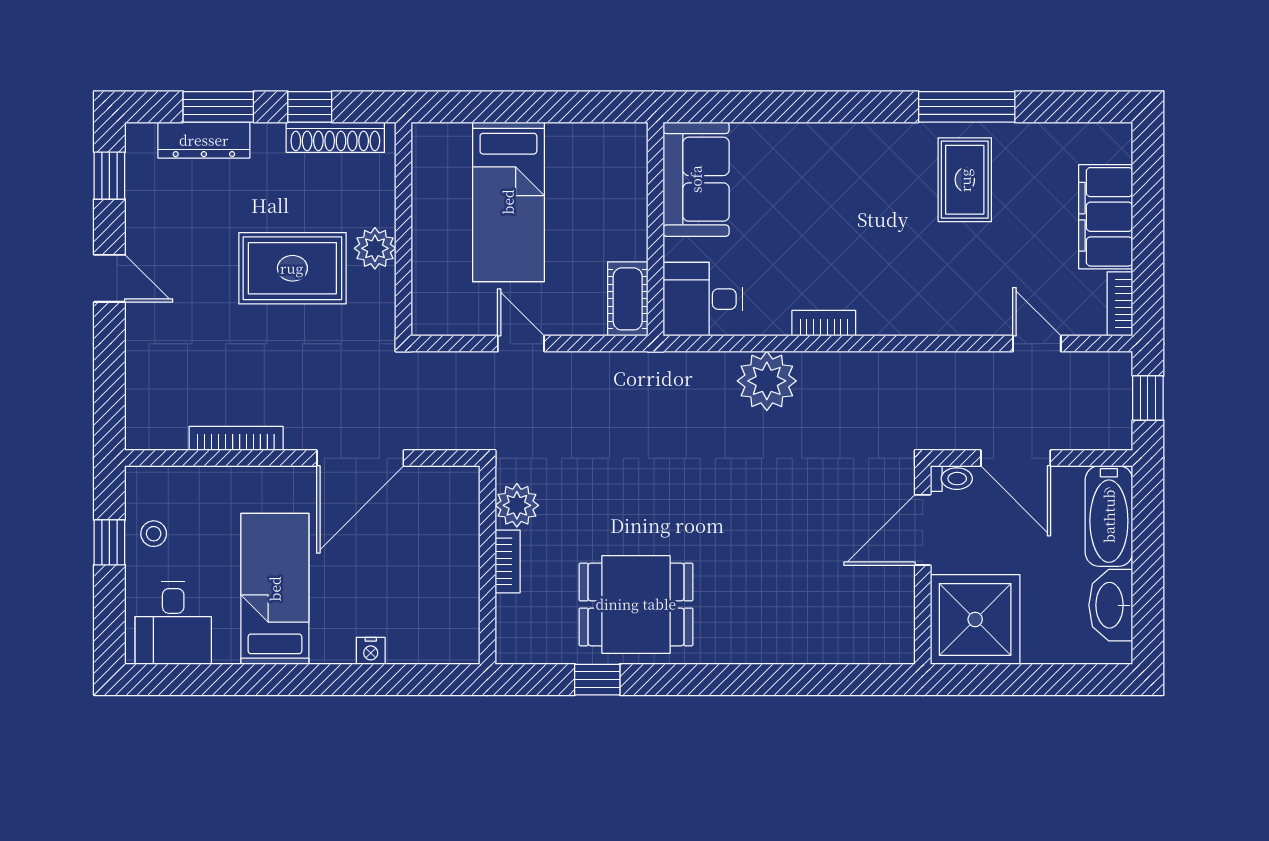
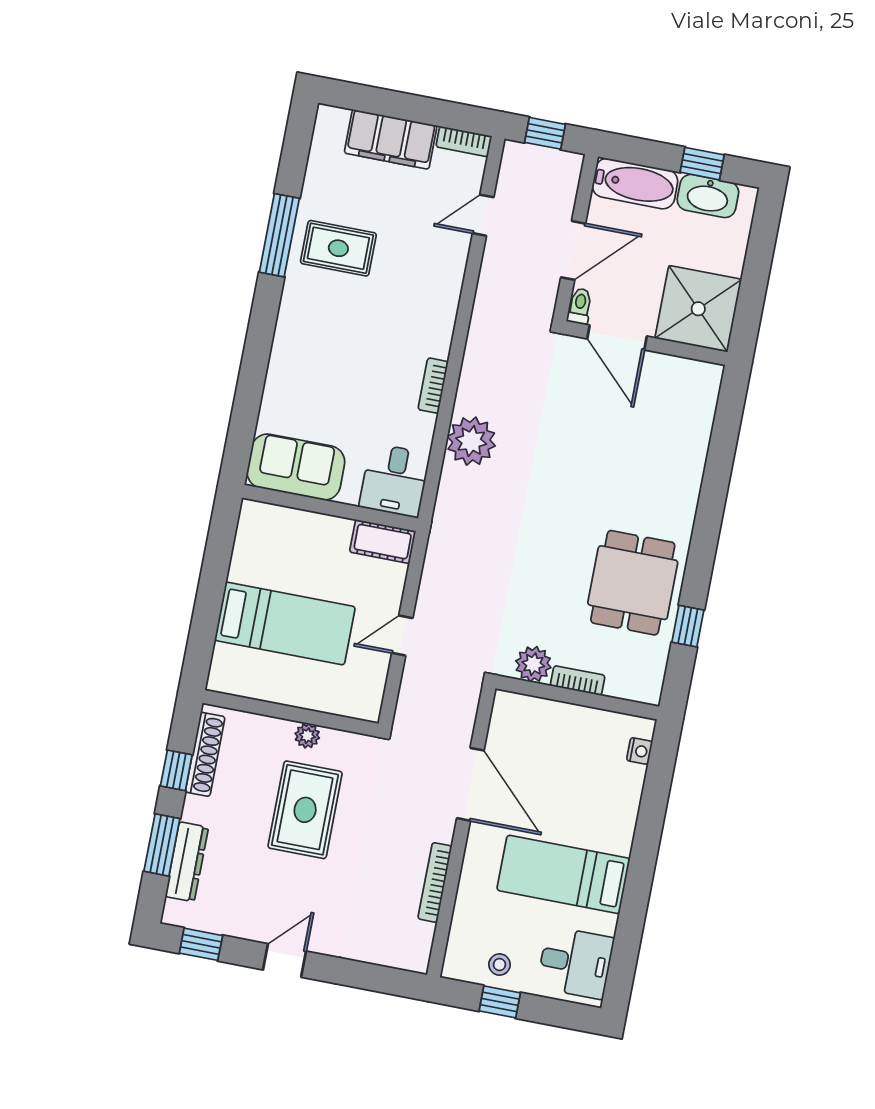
plant: (375, 248) -> (307, 736), width x0.73, depth x0.73
window: (1148, 591) -> (702, 164), added
nightstand: (371, 651) -> (640, 751), moved

